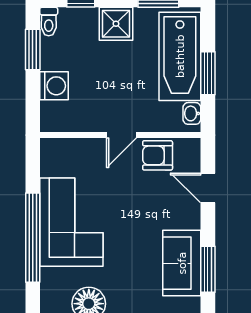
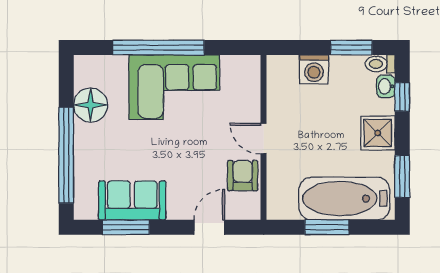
washbasin: (192, 113) -> (386, 86), moved, turned -90

